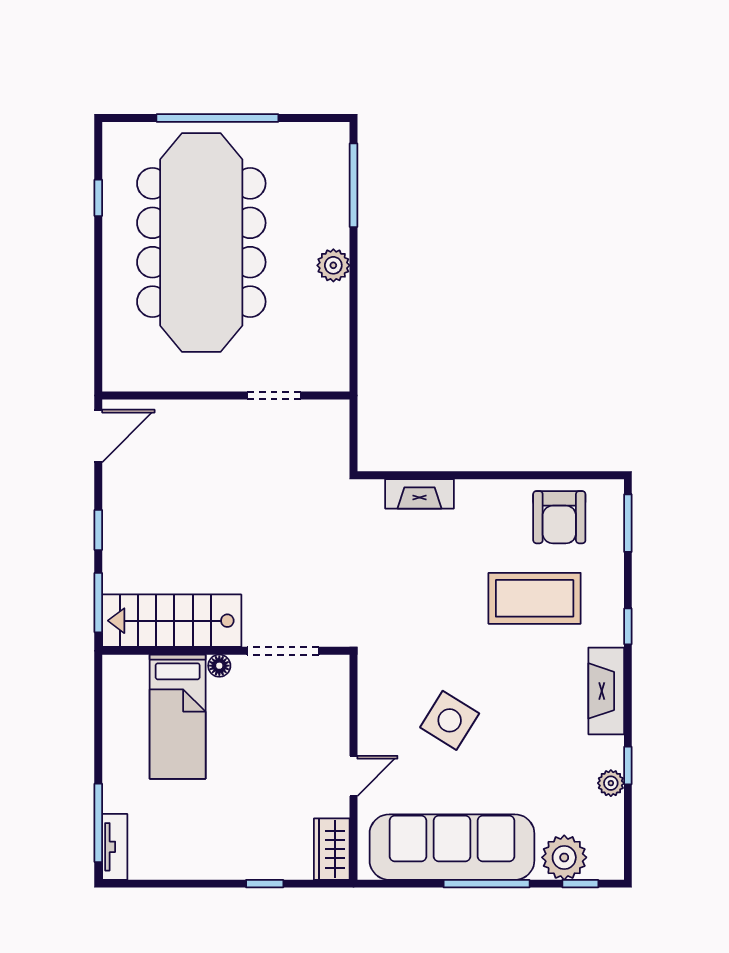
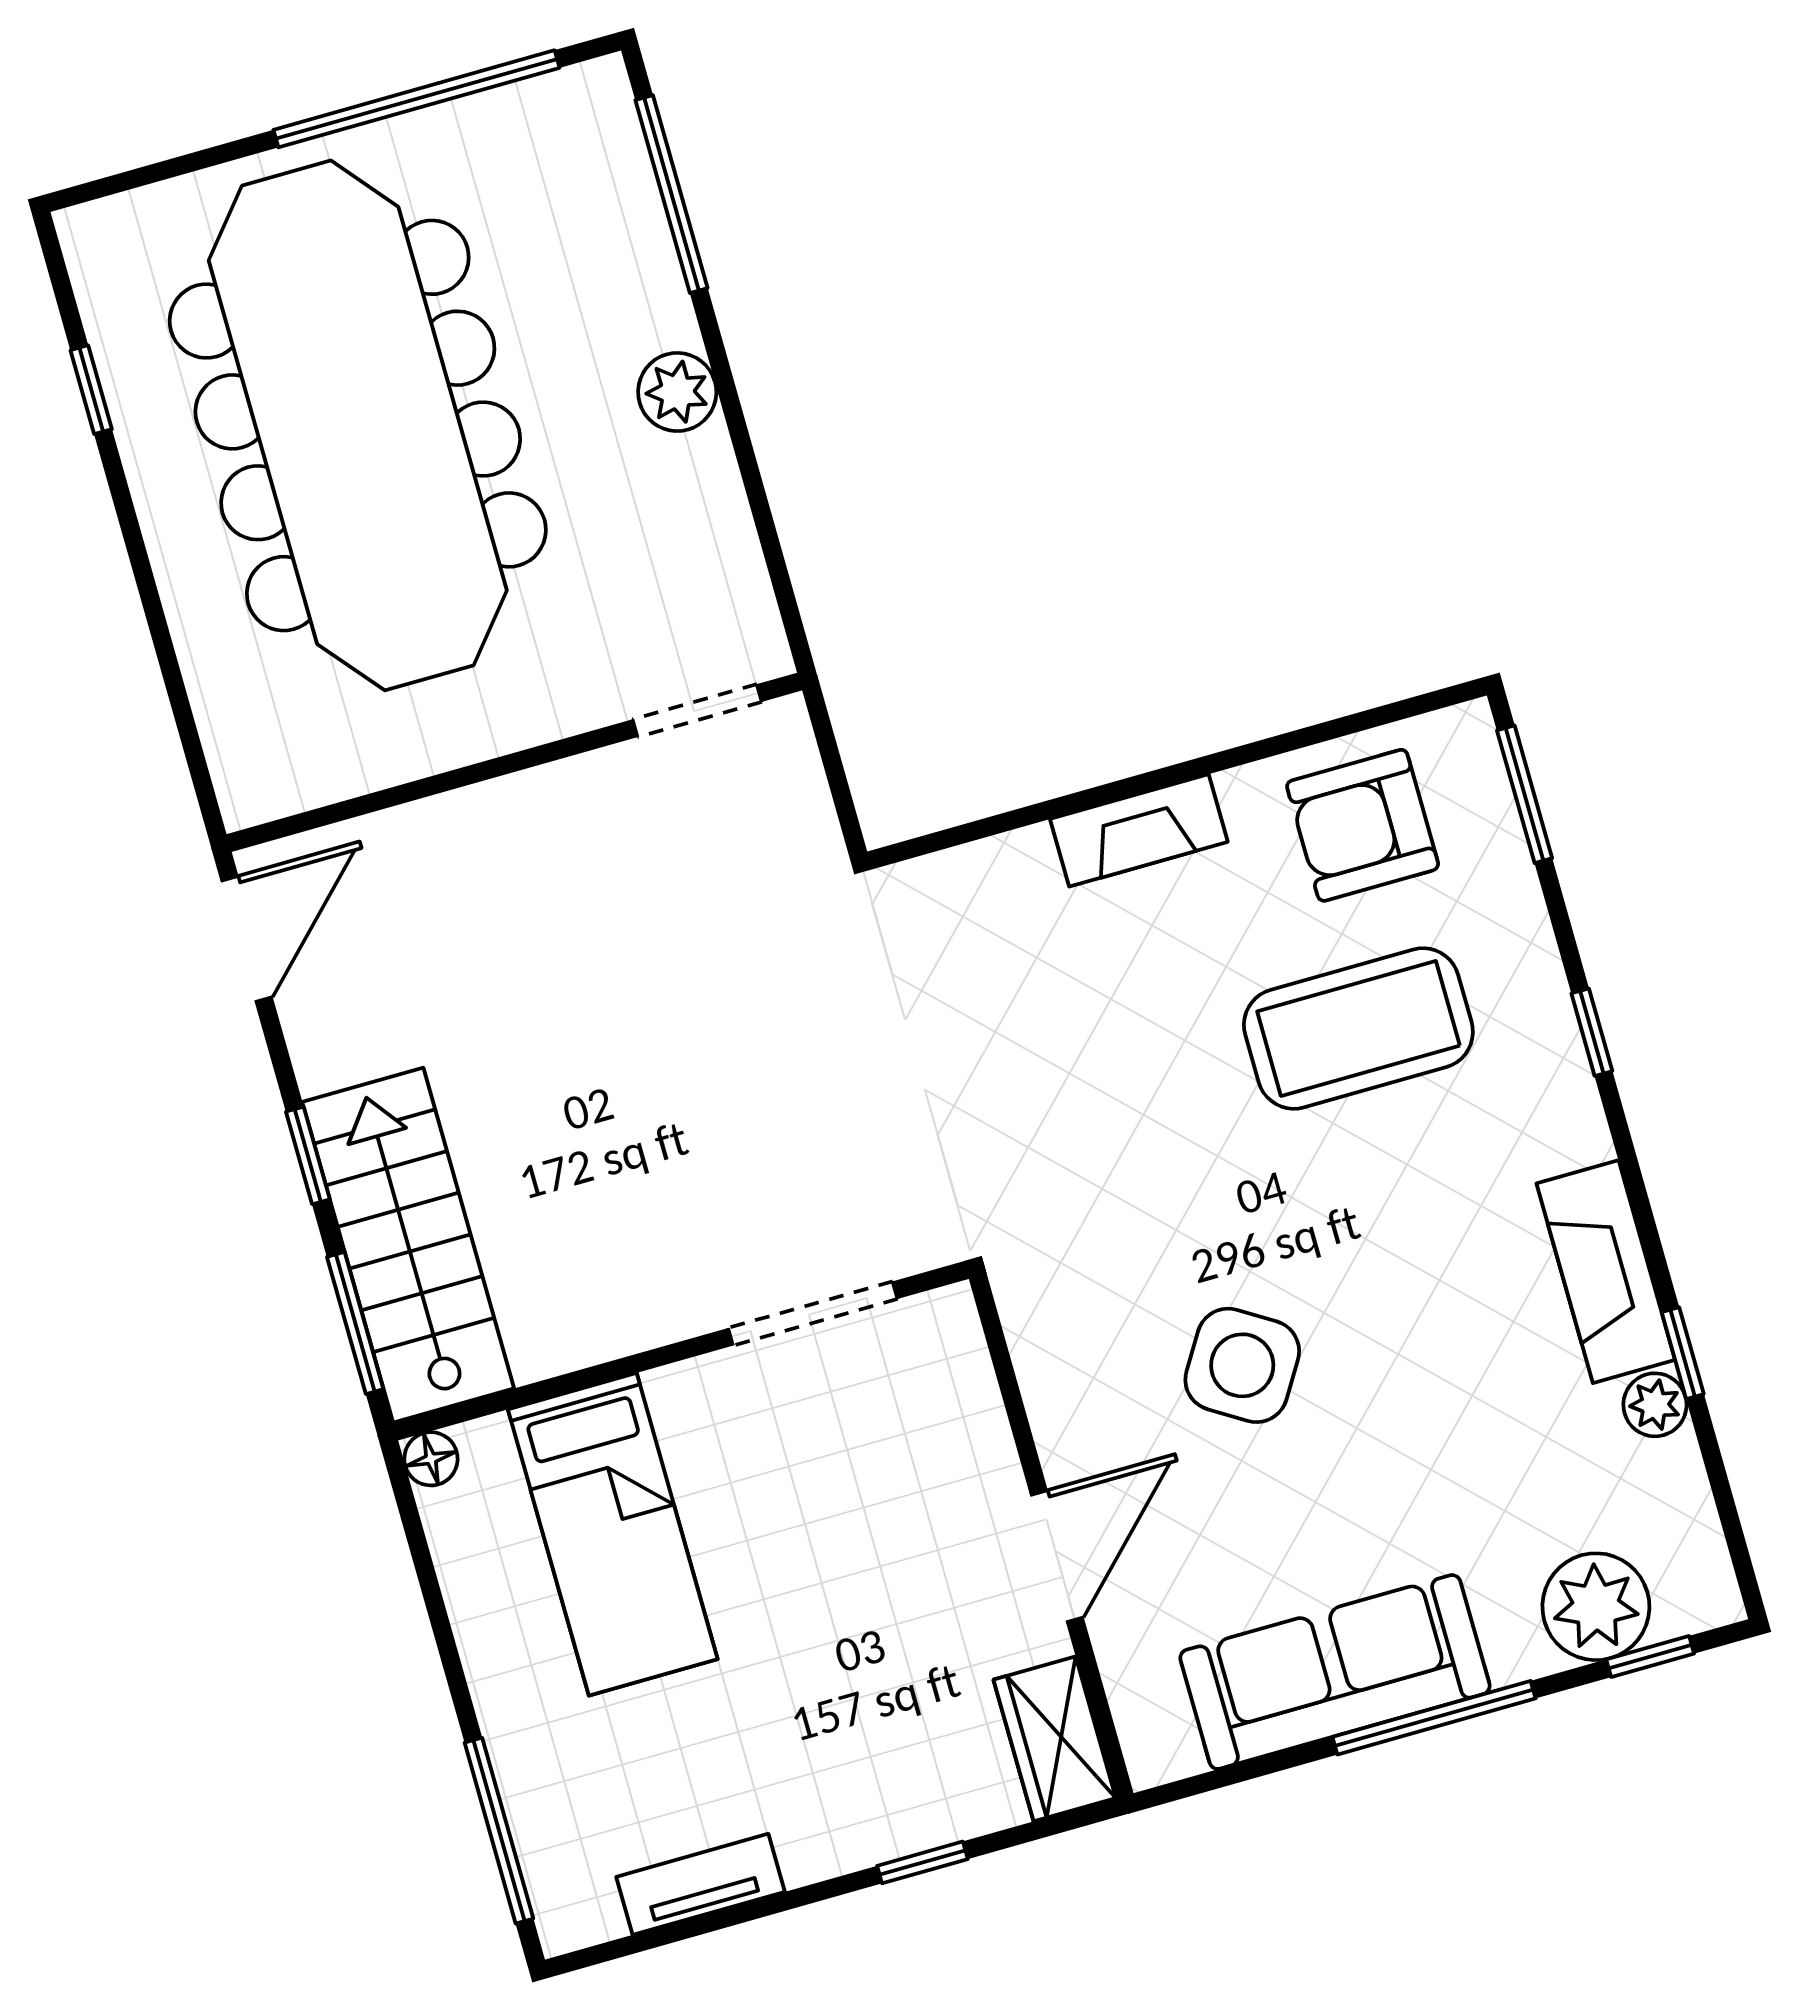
window: (217, 118) -> (416, 99), moved
doorway: (274, 396) -> (697, 711), moved
fireplace: (420, 494) -> (1139, 830), moved
armchair: (559, 517) -> (1363, 825), turned 90
stairs: (172, 621) -> (408, 1245), moved, turned 90
floor lamp: (219, 666) -> (431, 1459), moved
fireplace: (606, 691) -> (1606, 1272), moved
door: (353, 776) -> (1057, 1556), width x1.38
tv unit: (115, 847) -> (701, 1884), moved, turned -90
sofa: (452, 847) -> (1335, 1672), width x0.74, depth x0.79

